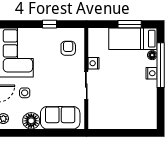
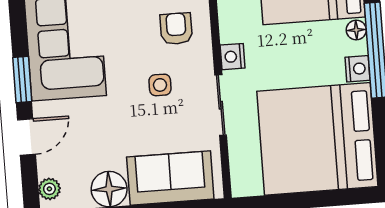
side table: (25, 93) -> (160, 85), moved
bed: (130, 105) -> (317, 139), added

